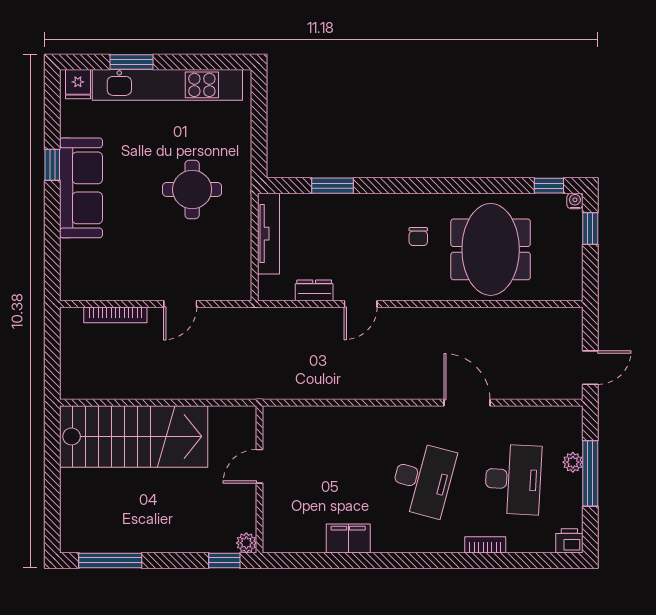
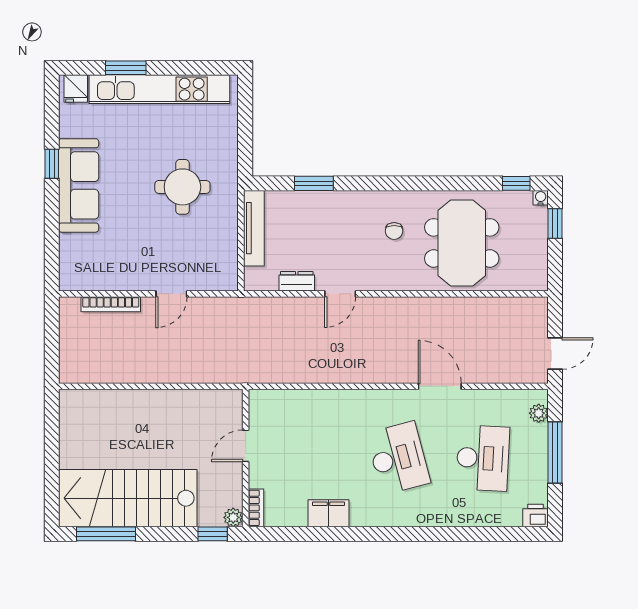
stairs: (134, 436) -> (128, 498), moved, turned 180
plant: (573, 462) -> (539, 413), moved
desk: (423, 479) -> (398, 458), turned -30
bookcase: (485, 545) -> (256, 508), moved, turned 90

